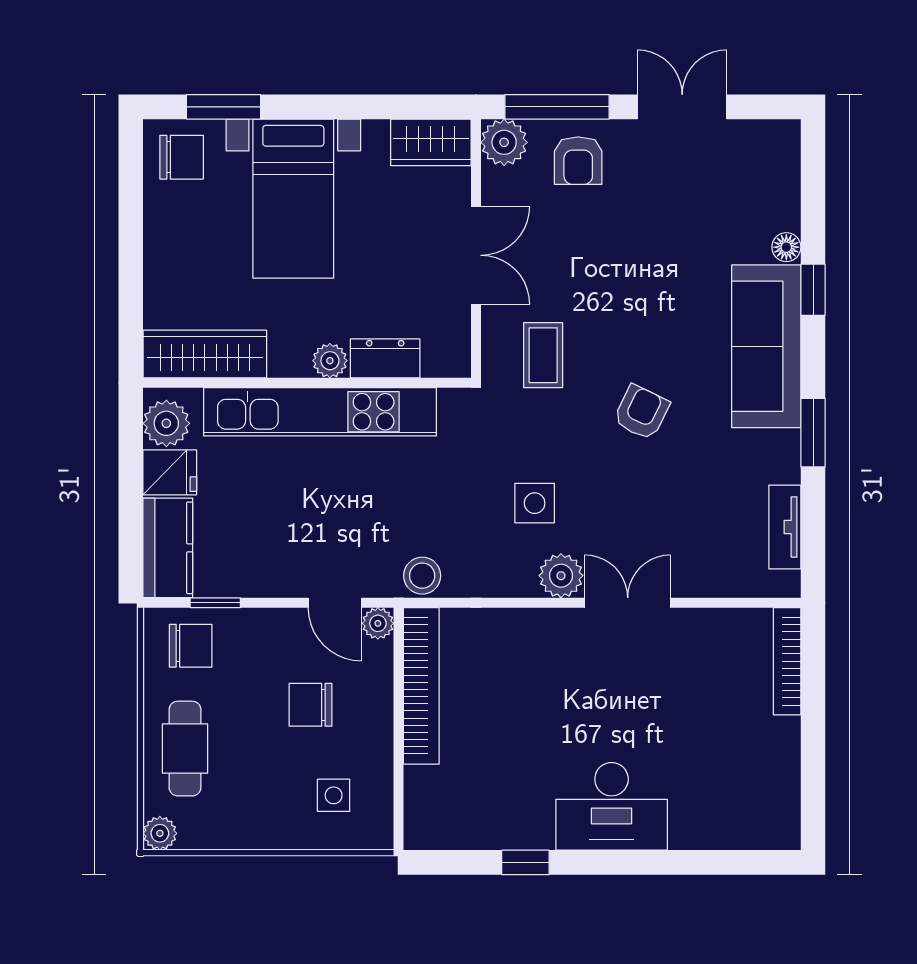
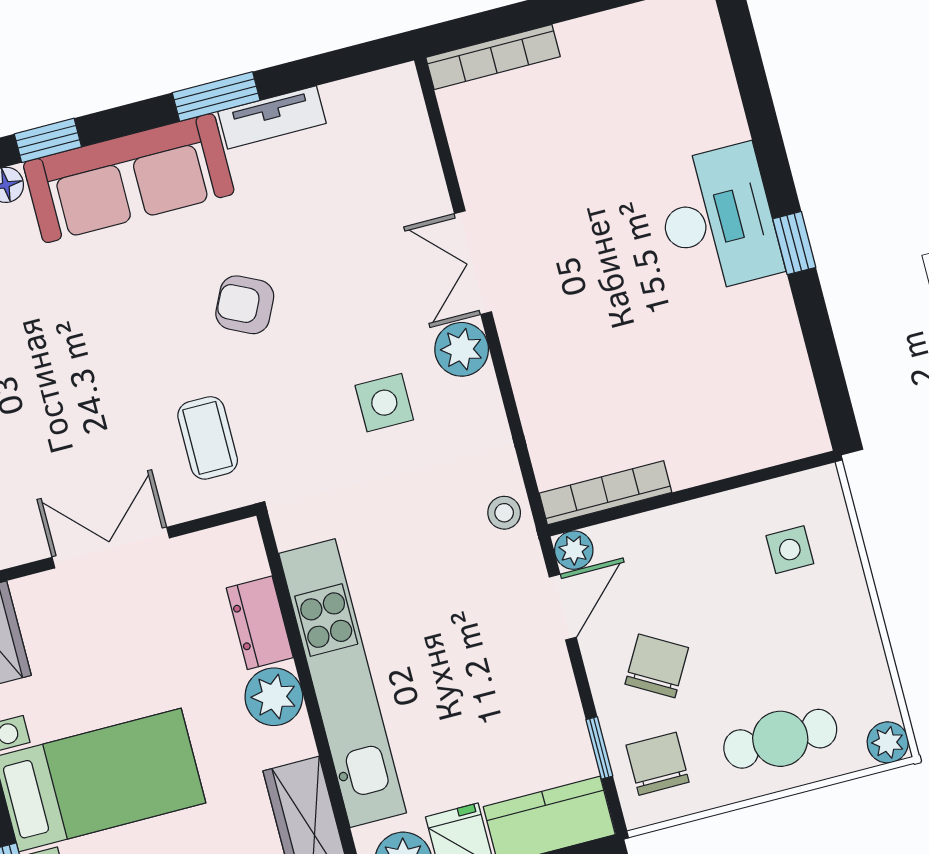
coffee table: (543, 355) -> (208, 438), turned 90
plant: (330, 361) -> (274, 697), width x1.38, depth x1.38
tv unit: (785, 527) -> (272, 117), moved
stool: (422, 576) -> (504, 513), width x0.73, depth x0.73
bookcase: (421, 686) -> (605, 493), width x0.68, depth x0.76
chair: (311, 705) -> (657, 666), moved, turned -150
window: (525, 862) -> (794, 243), moved

